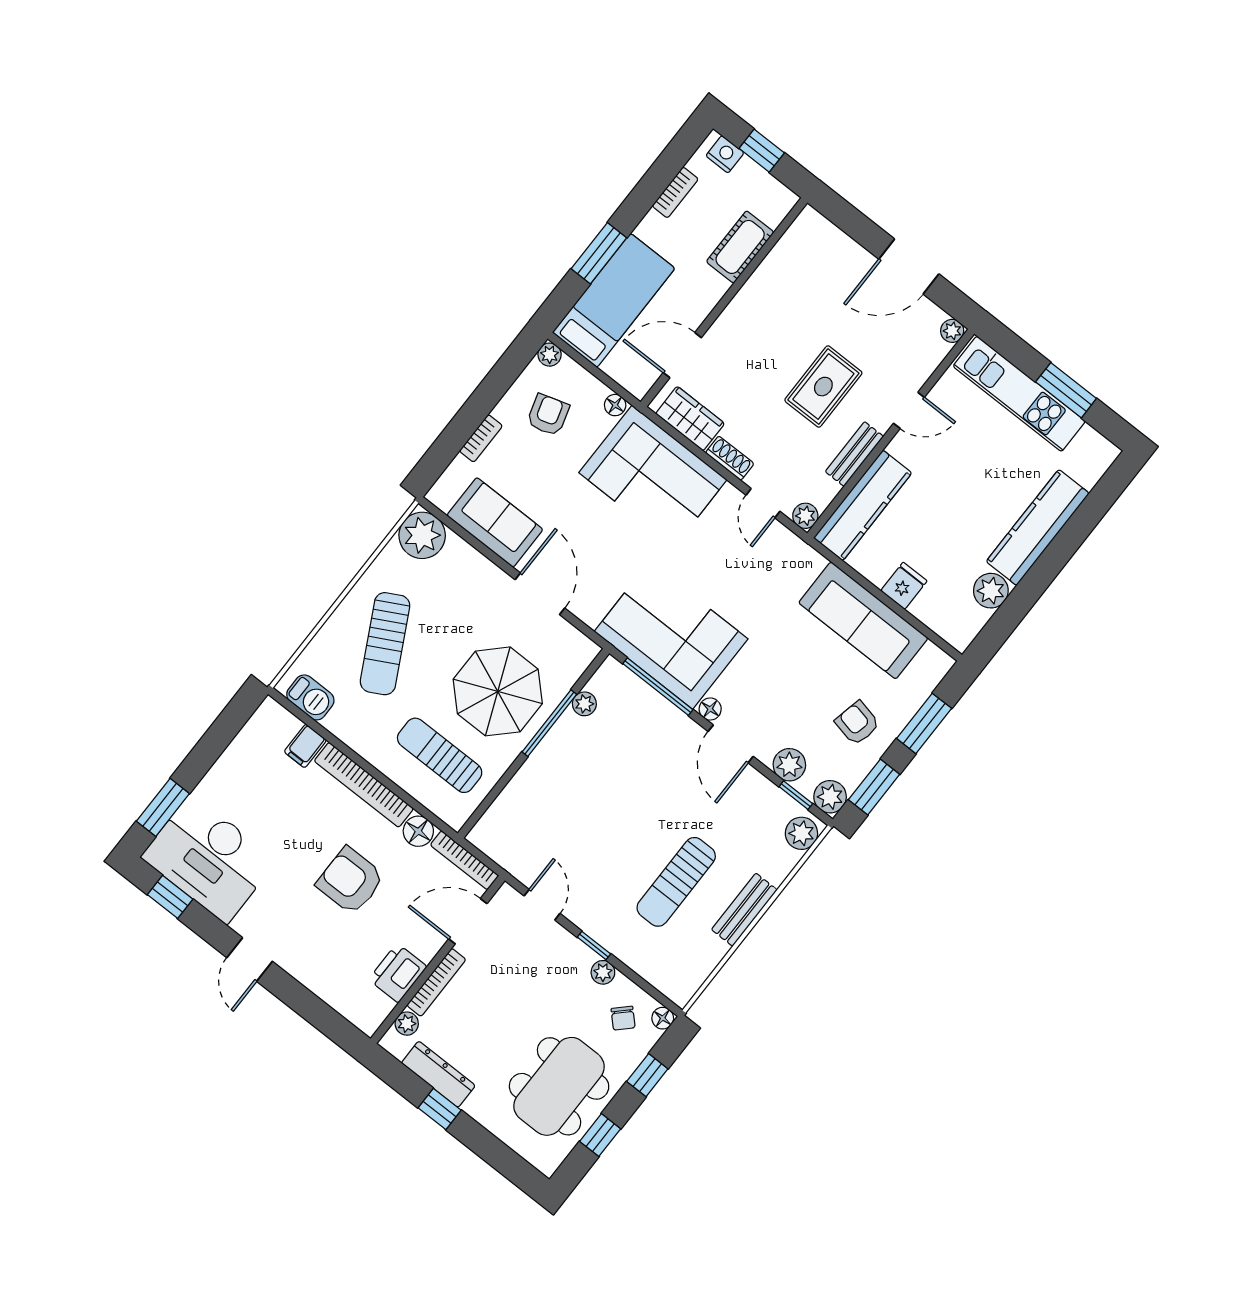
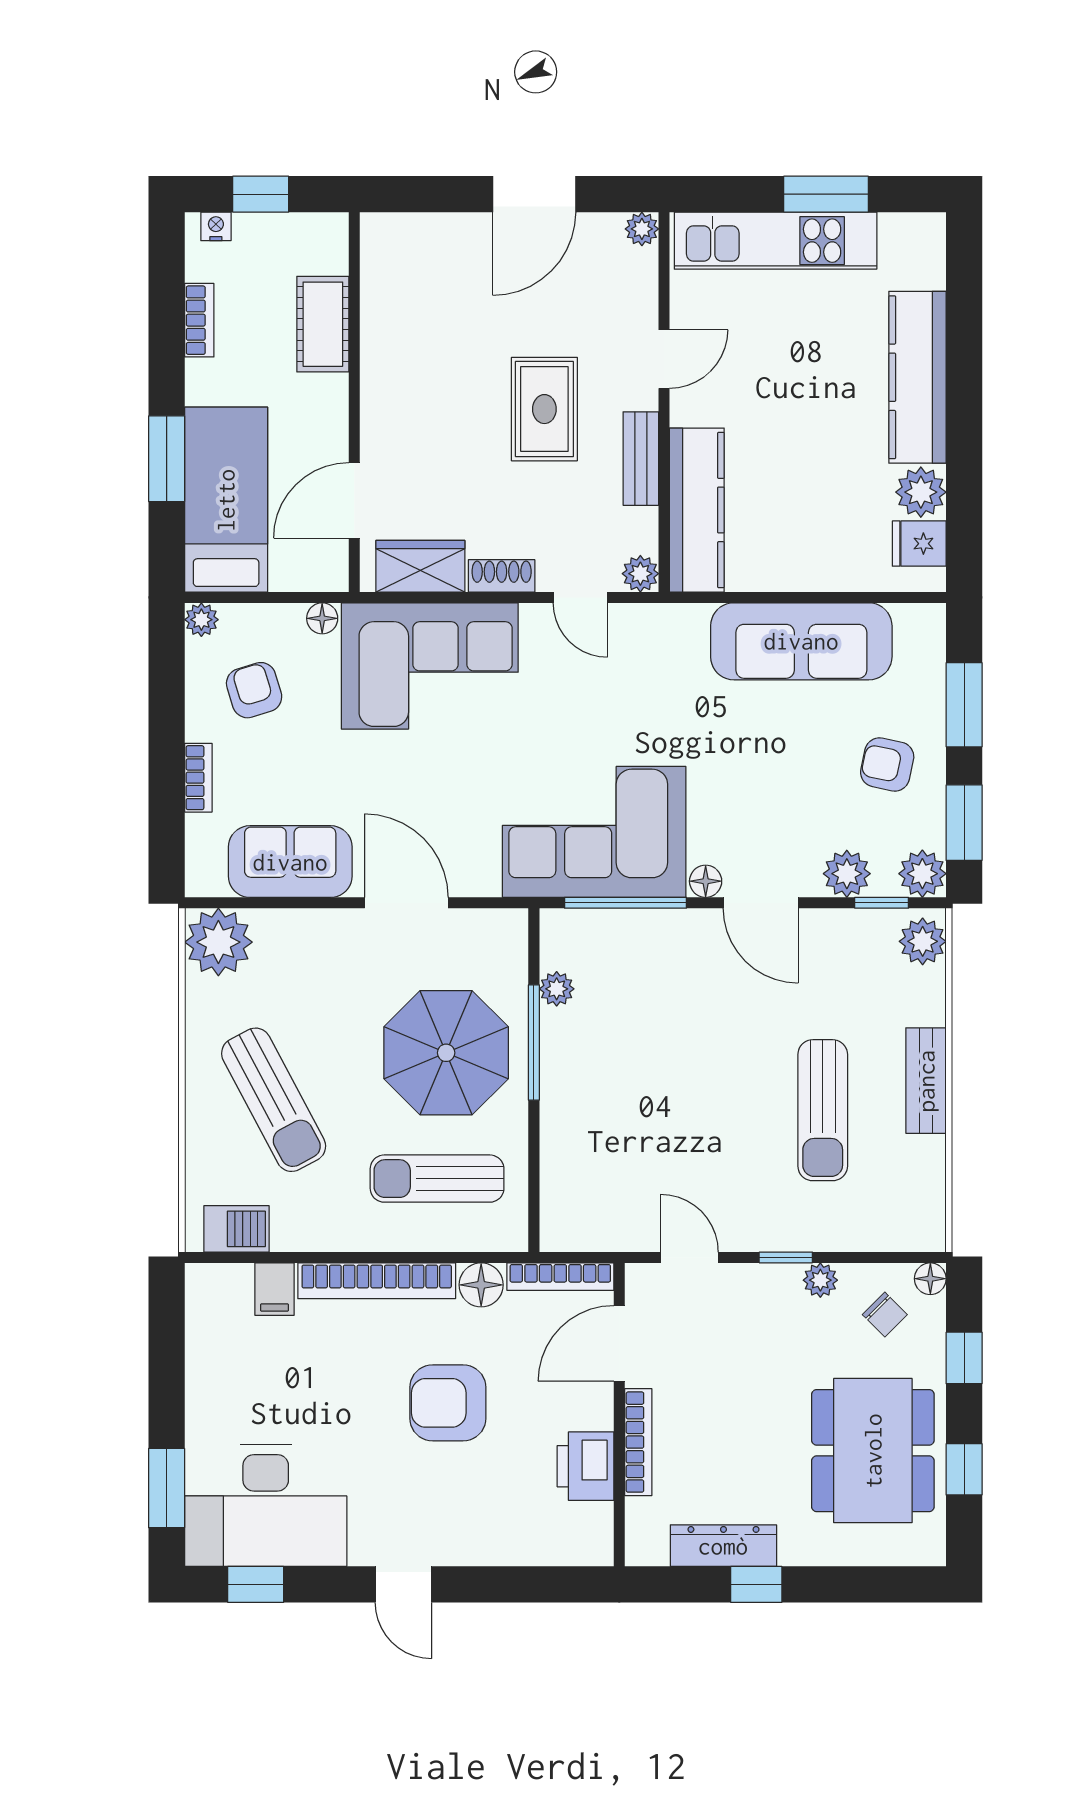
nightstand: (725, 154) -> (216, 226), width x0.72, depth x0.74
fridge: (904, 586) -> (919, 544), moved, turned -90
plant: (407, 1024) -> (642, 1516), removed

